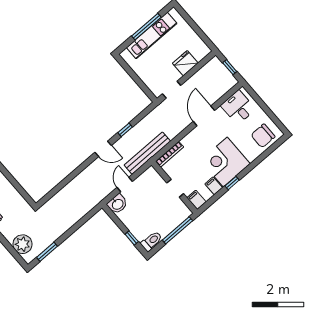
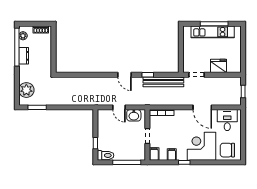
door: (204, 116) -> (202, 107), swing flipped
bench: (147, 153) -> (163, 82), moved
corner desk: (225, 162) -> (201, 146), moved
door: (125, 184) -> (119, 107), swing flipped
washbasin: (117, 204) -> (134, 115), moved

